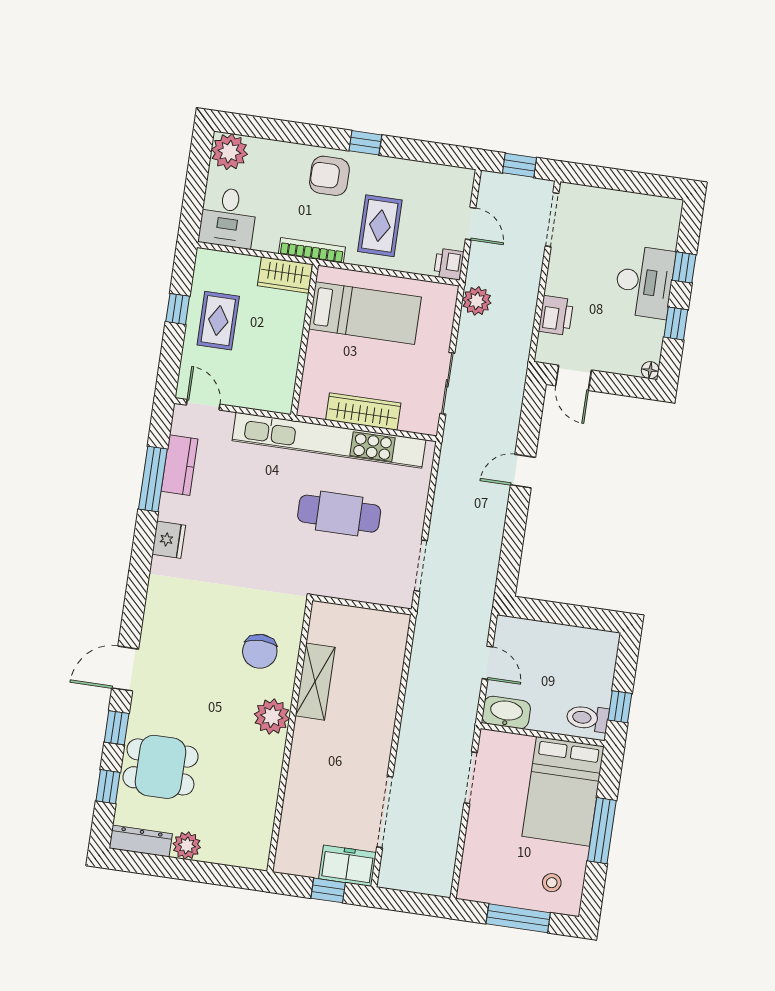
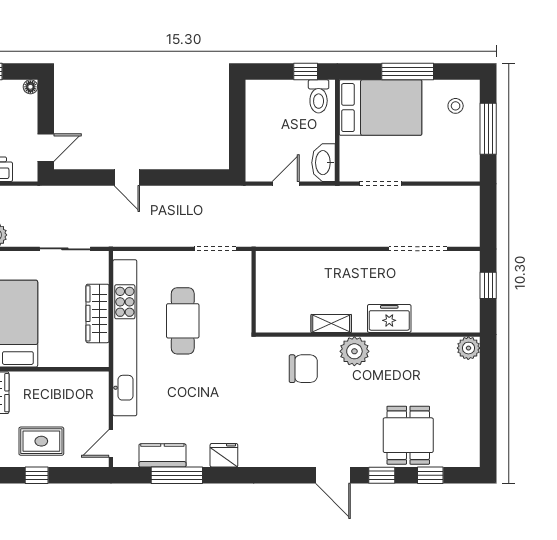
shelving: (315, 682) -> (331, 323), width x0.67, depth x0.75
dresser: (141, 841) -> (470, 442), removed
plant: (187, 845) -> (468, 348), moved
freezer: (348, 866) -> (389, 318), moved, turned 90

